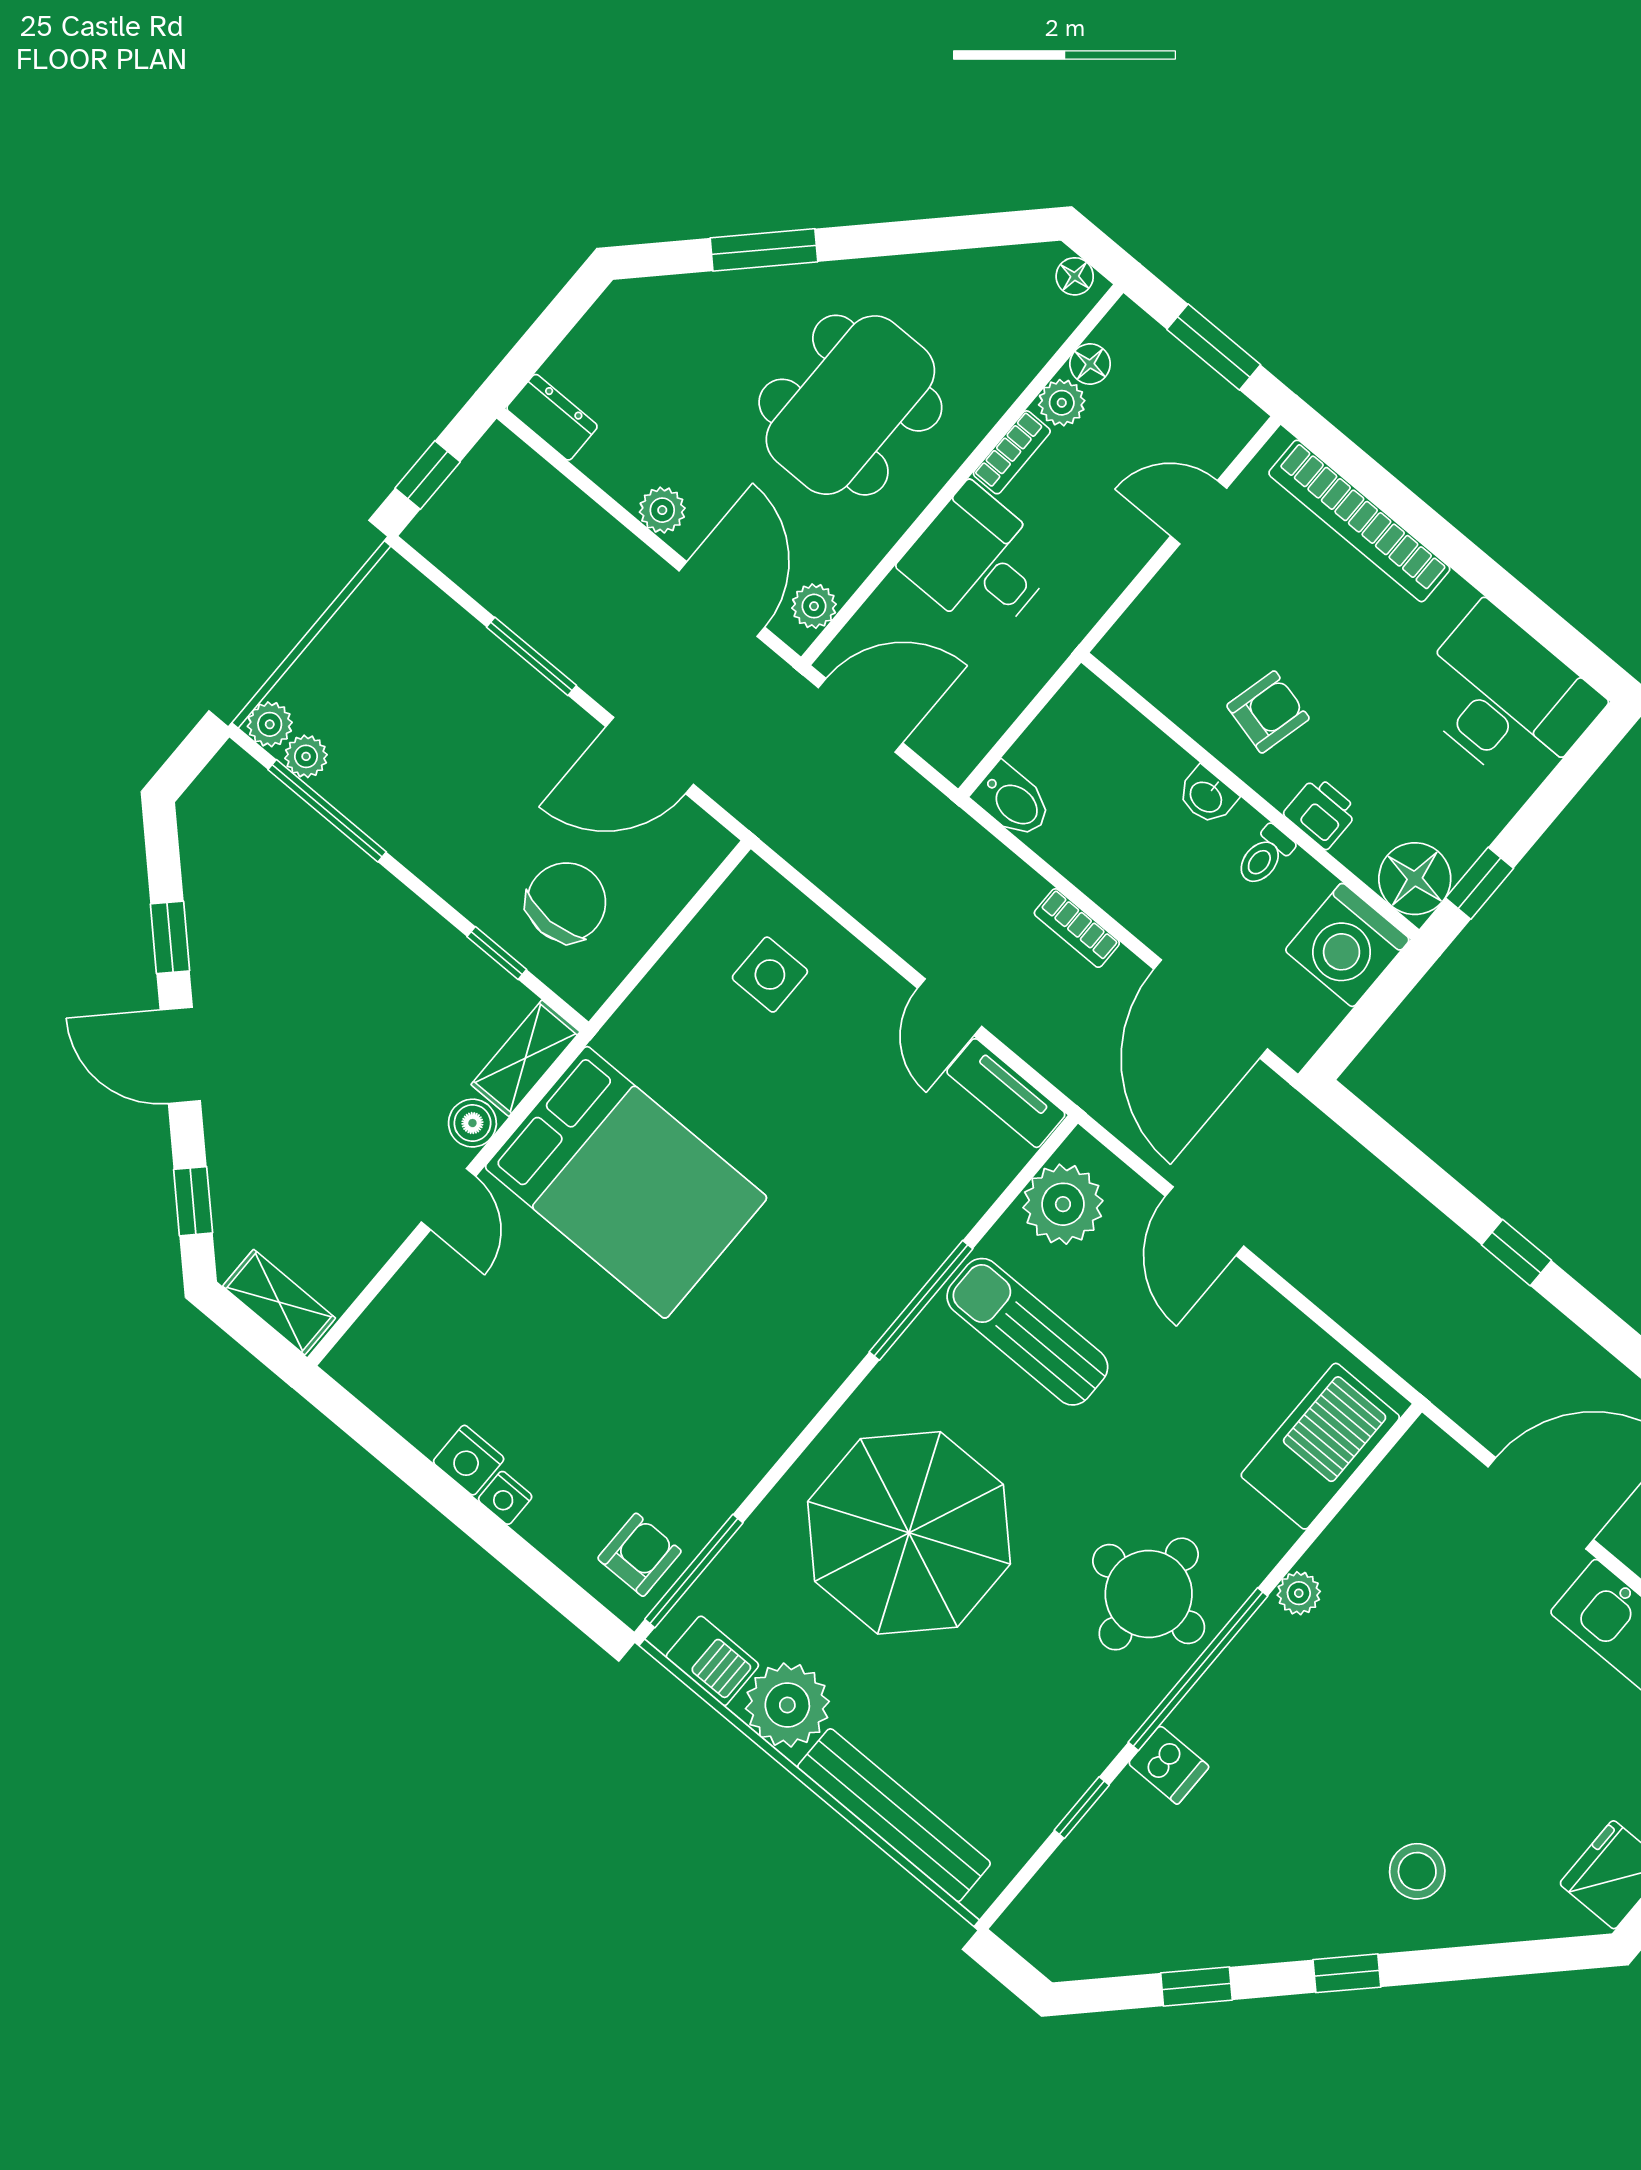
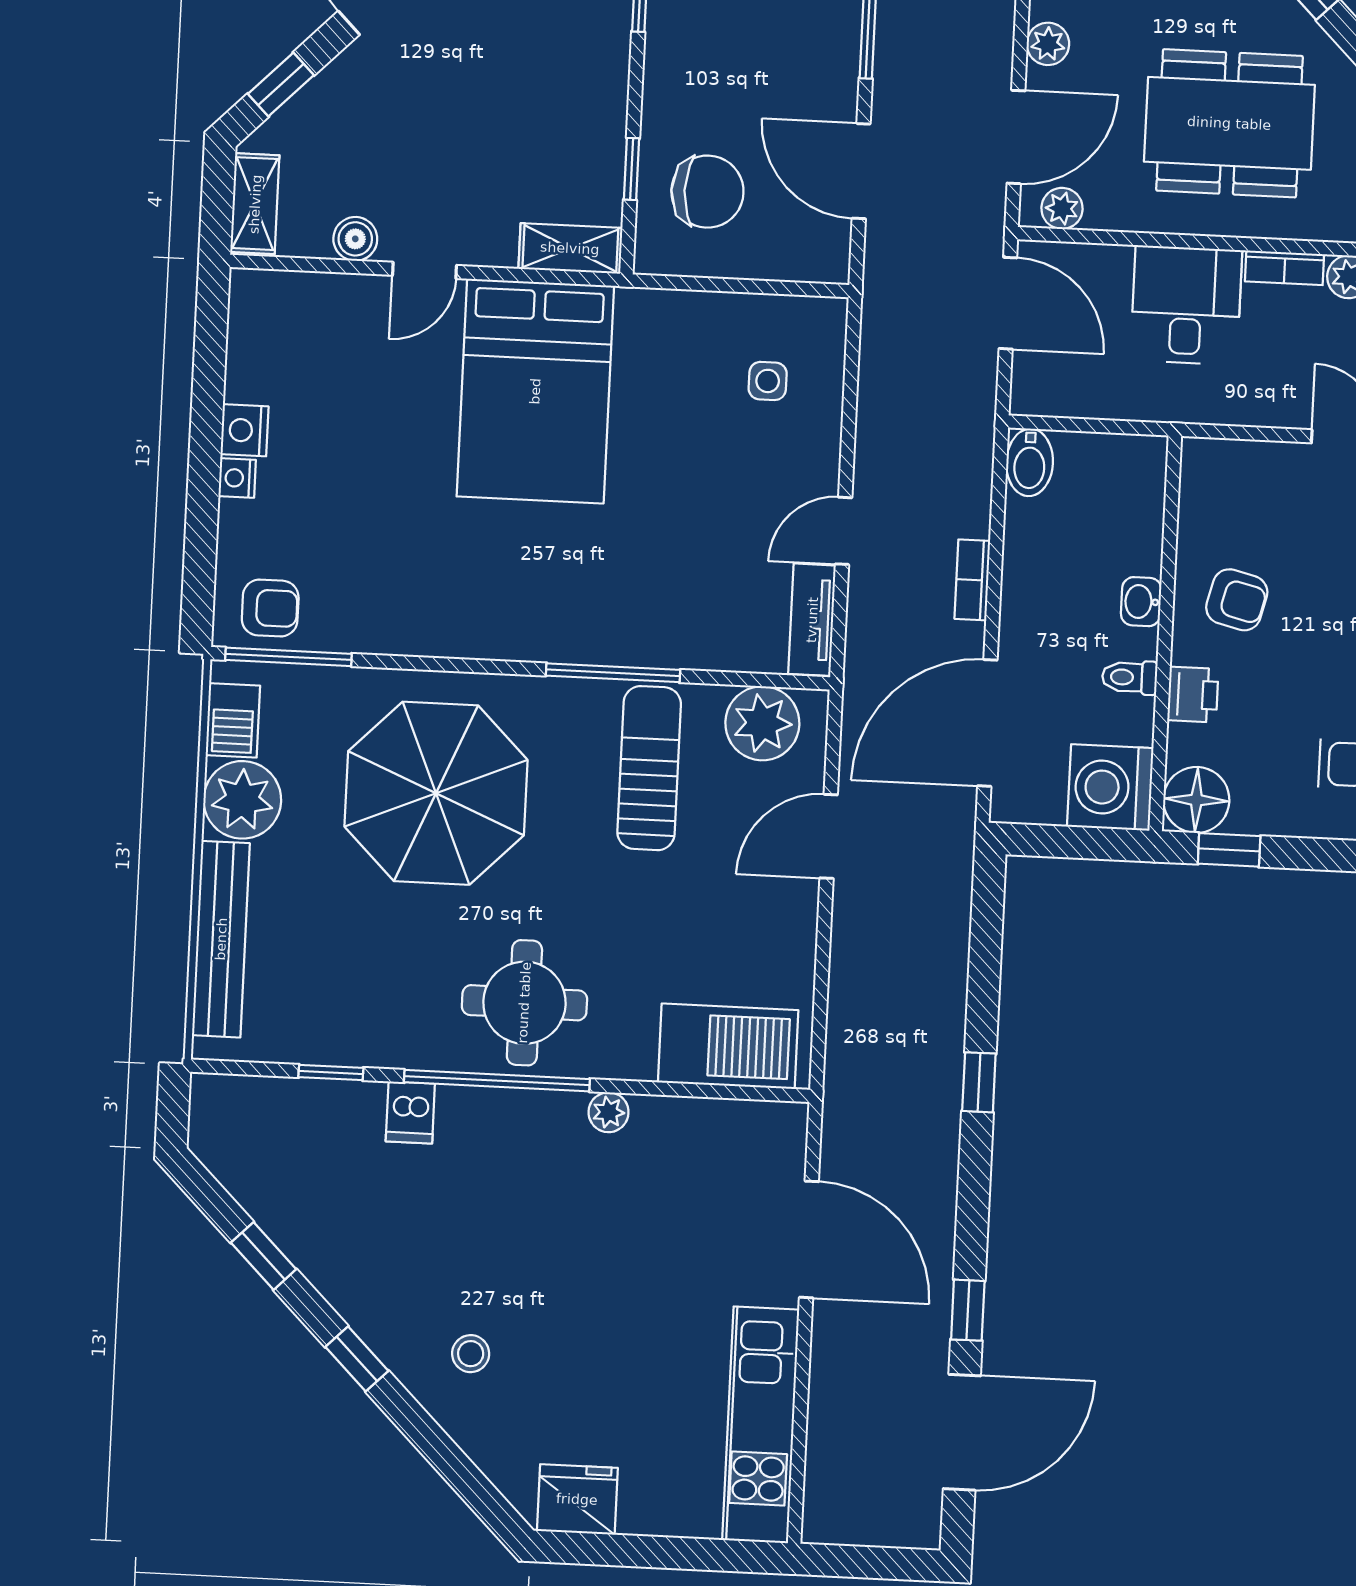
side table: (770, 975) -> (768, 381), width x0.73, depth x0.73
boiler: (472, 1123) -> (355, 239), moved
stool: (1417, 1871) -> (471, 1354), width x0.73, depth x0.73

